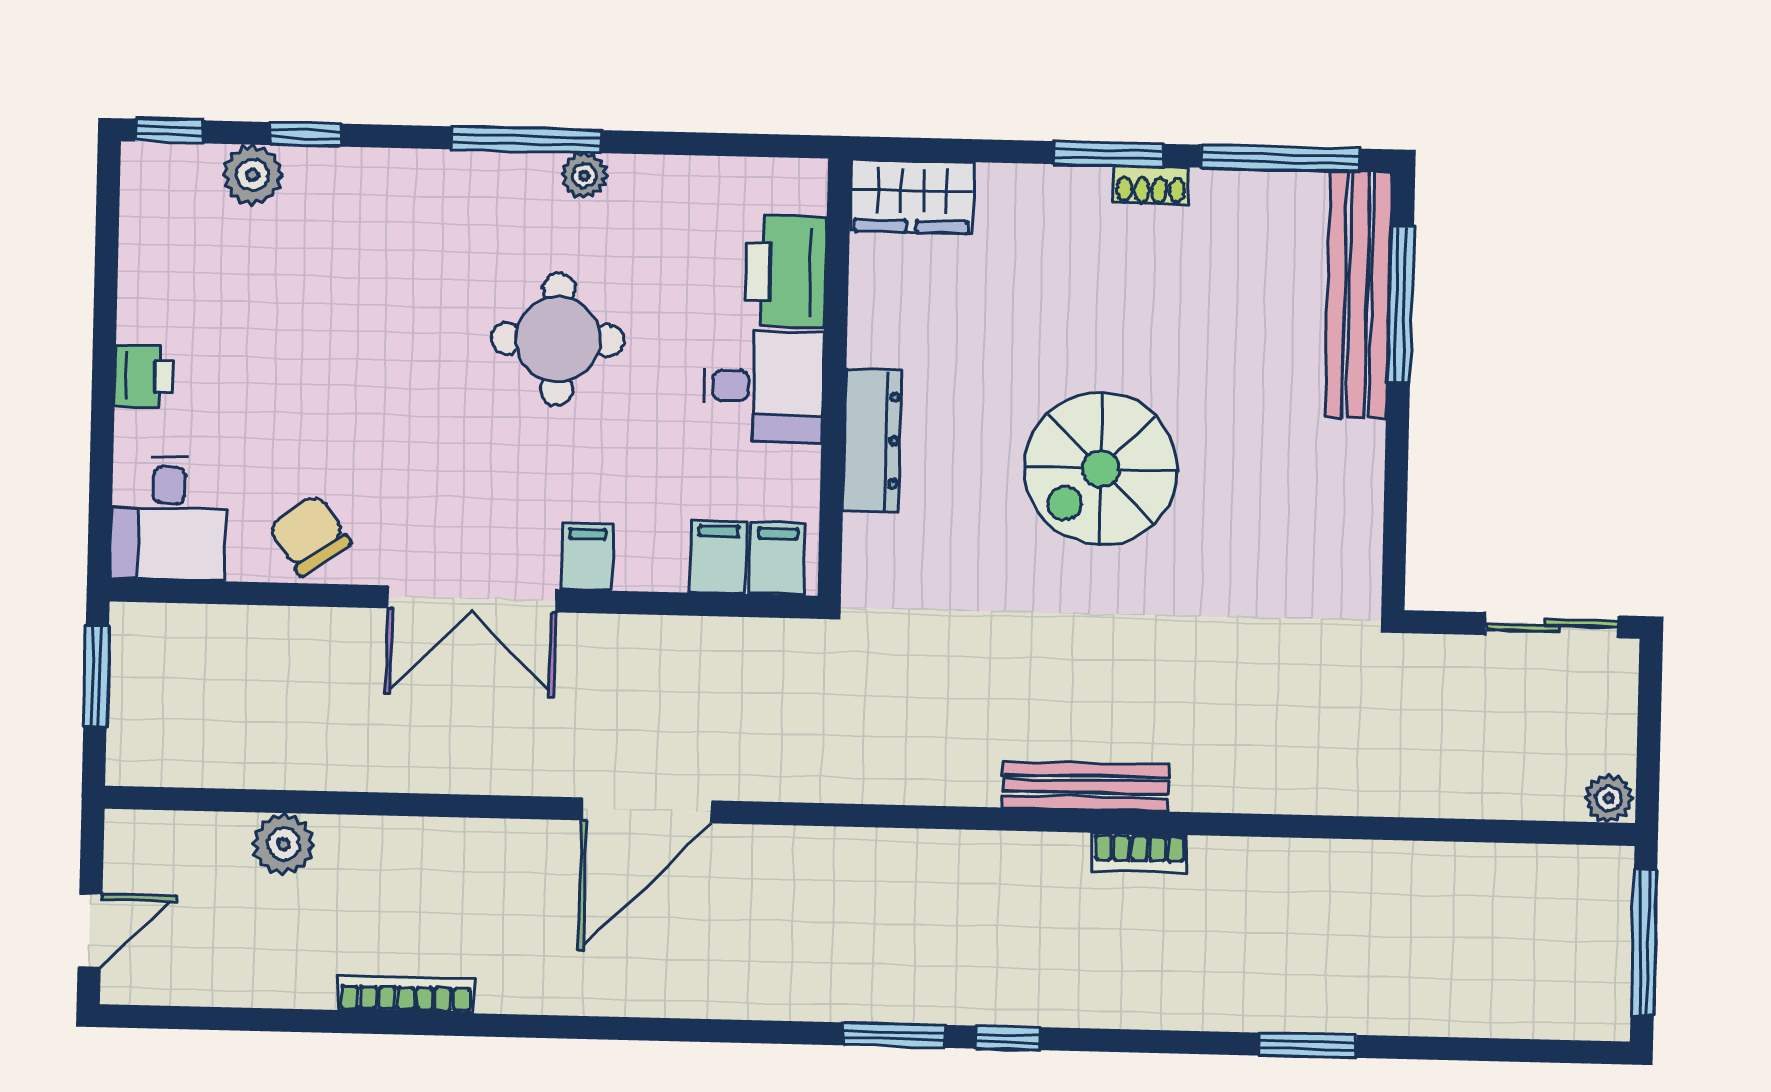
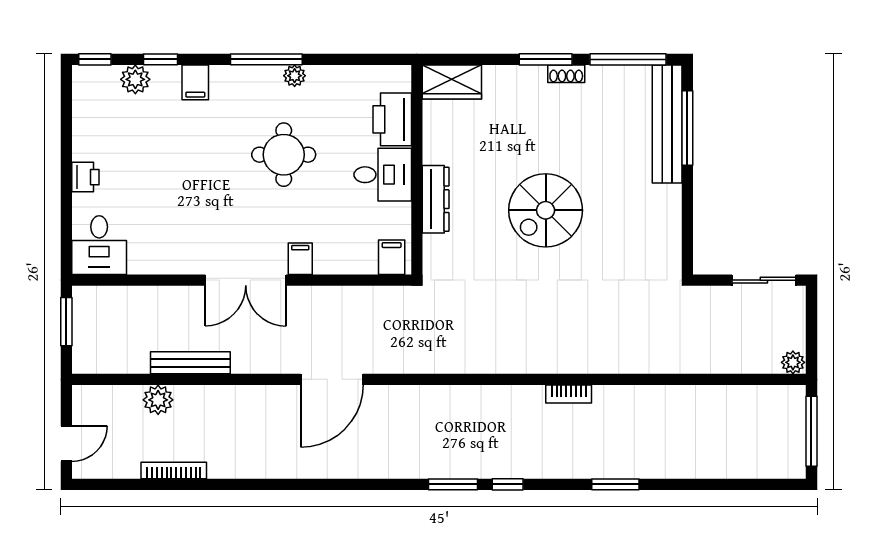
chair: (310, 535) -> (167, 251), removed
filing cabinet: (718, 557) -> (195, 82), moved, turned 180
bench: (1085, 786) -> (190, 363), moved
bookcase: (406, 994) -> (174, 470), moved
window: (1308, 1045) -> (615, 484), moved

